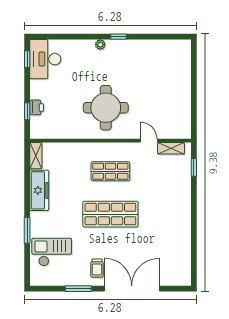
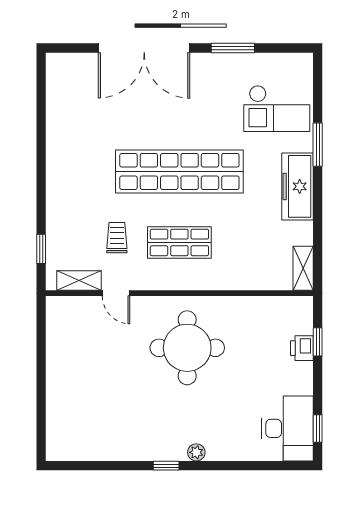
freezer: (39, 190) -> (297, 186), moved
shop shelf: (110, 214) -> (179, 171), width x1.40
trolley: (97, 268) -> (117, 238), moved

